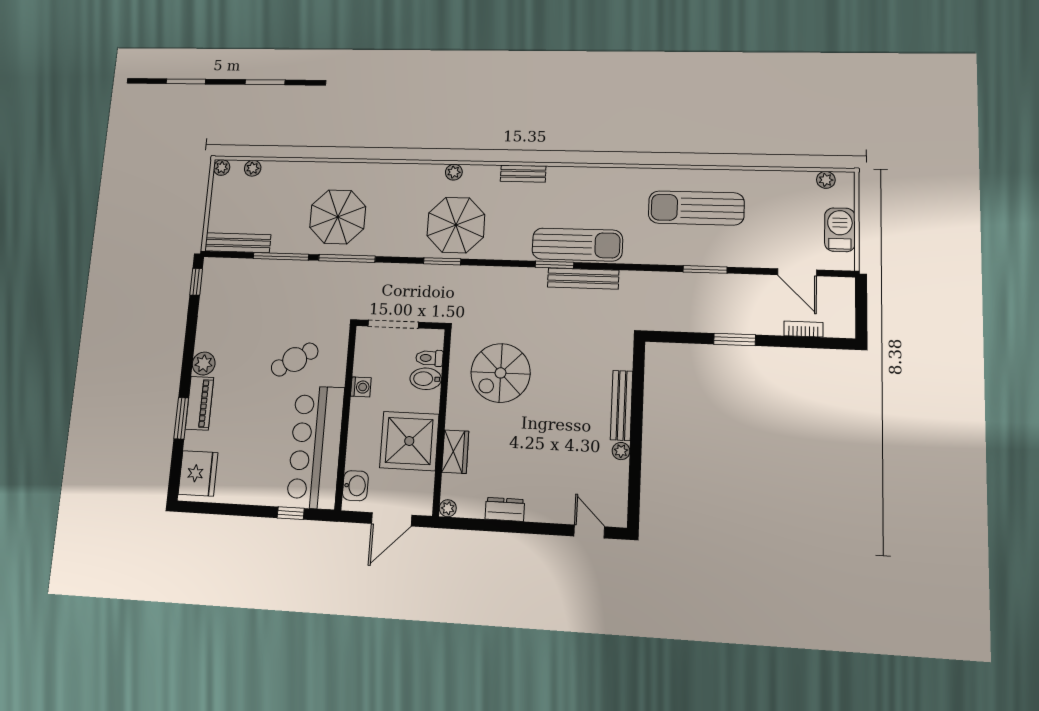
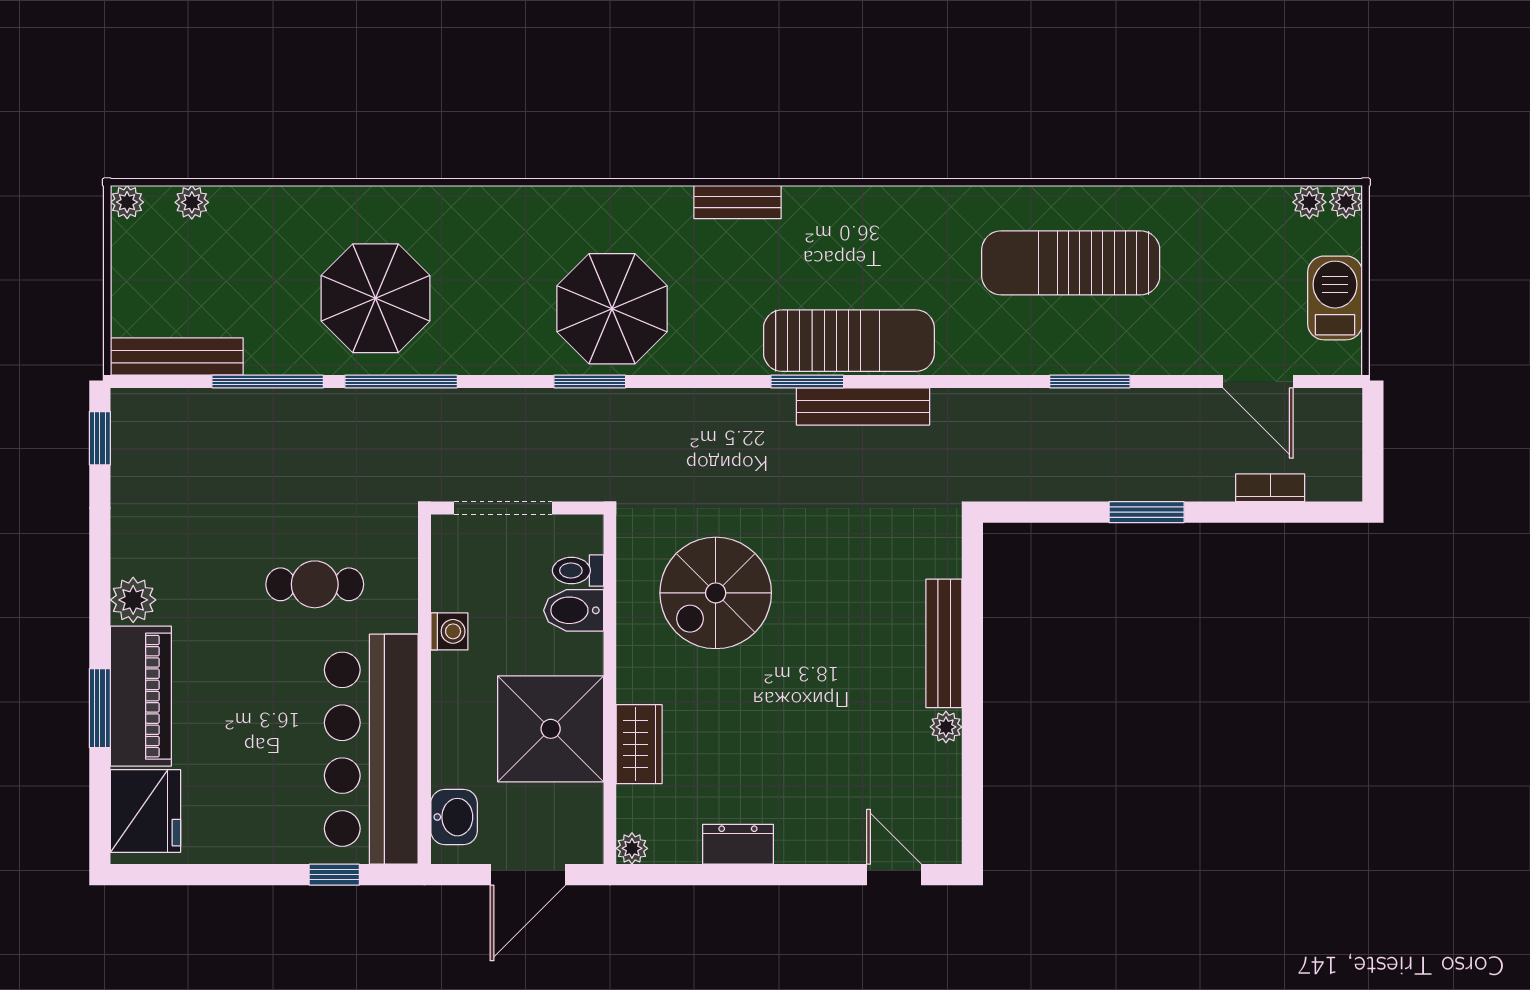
plant: (454, 172) -> (1346, 202), moved
cafe table: (295, 360) -> (315, 584), turned 31
piano: (199, 403) -> (141, 696), width x1.37, depth x1.33

